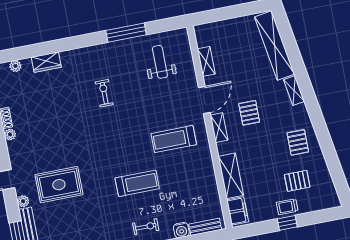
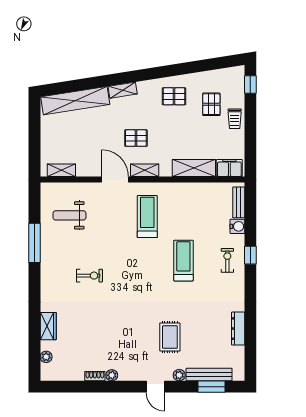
shelving: (206, 61) -> (61, 170), moved
exercise bike: (104, 93) -> (89, 276), turned 180
treadmill: (174, 139) -> (147, 217), turned 180
rug: (59, 185) -> (170, 337), width x0.73, depth x0.70
window: (287, 223) -> (250, 85), moved

